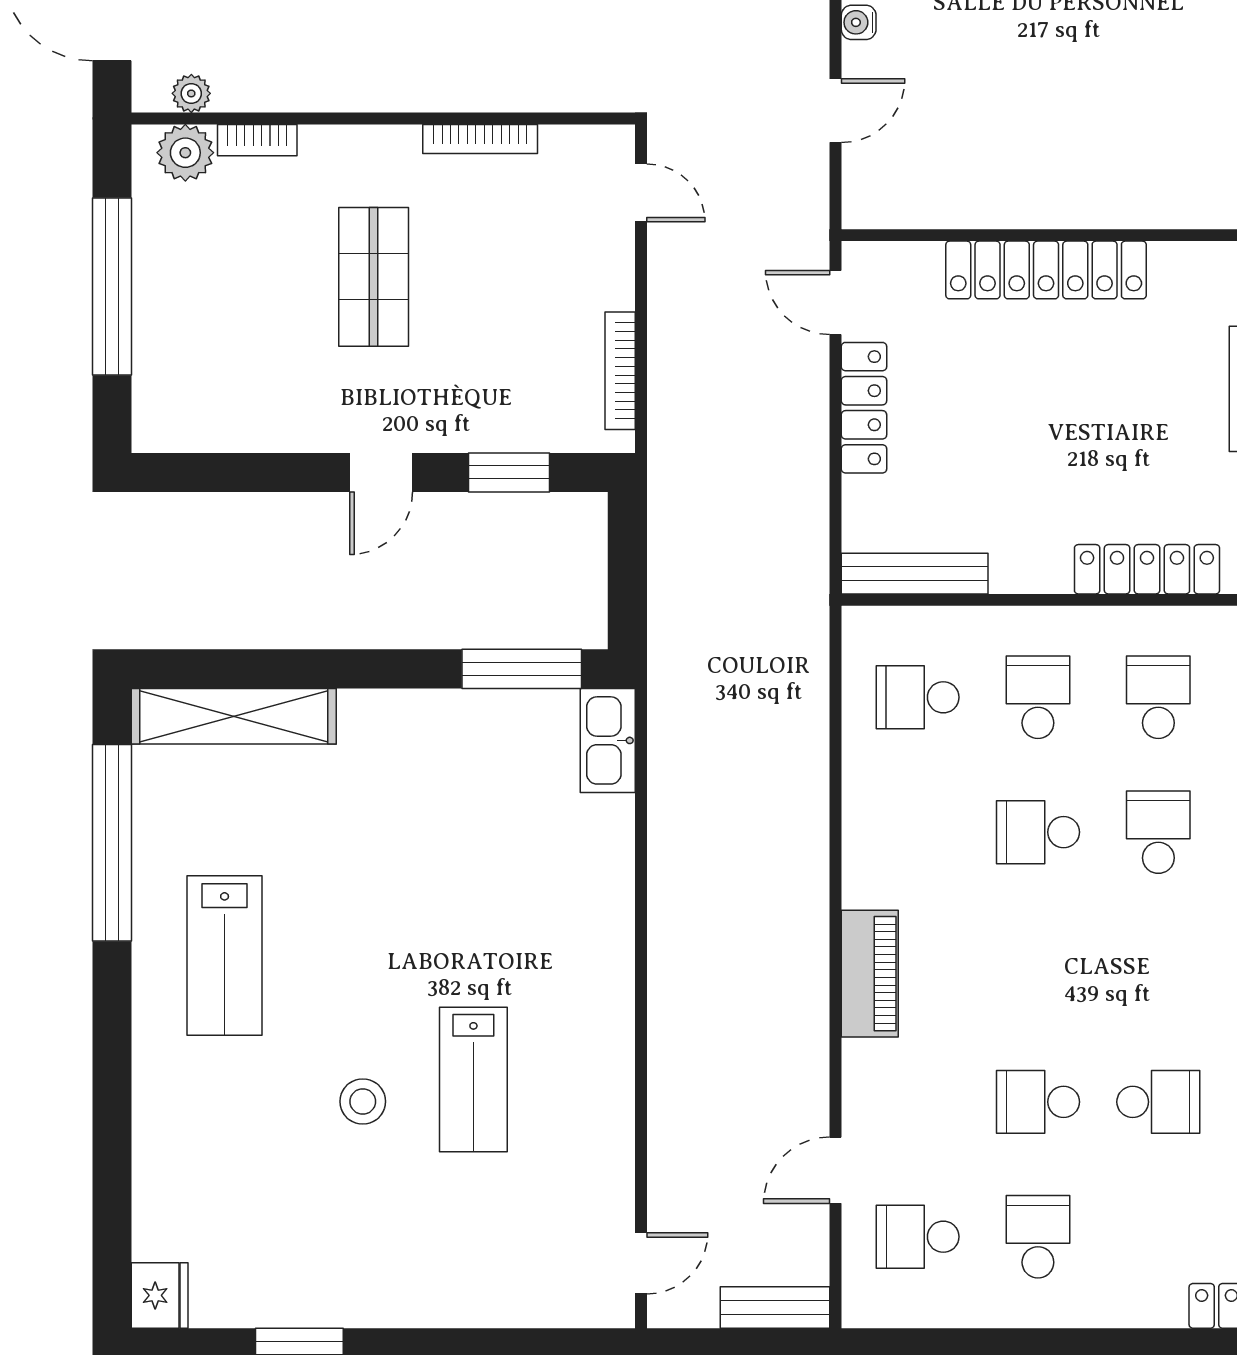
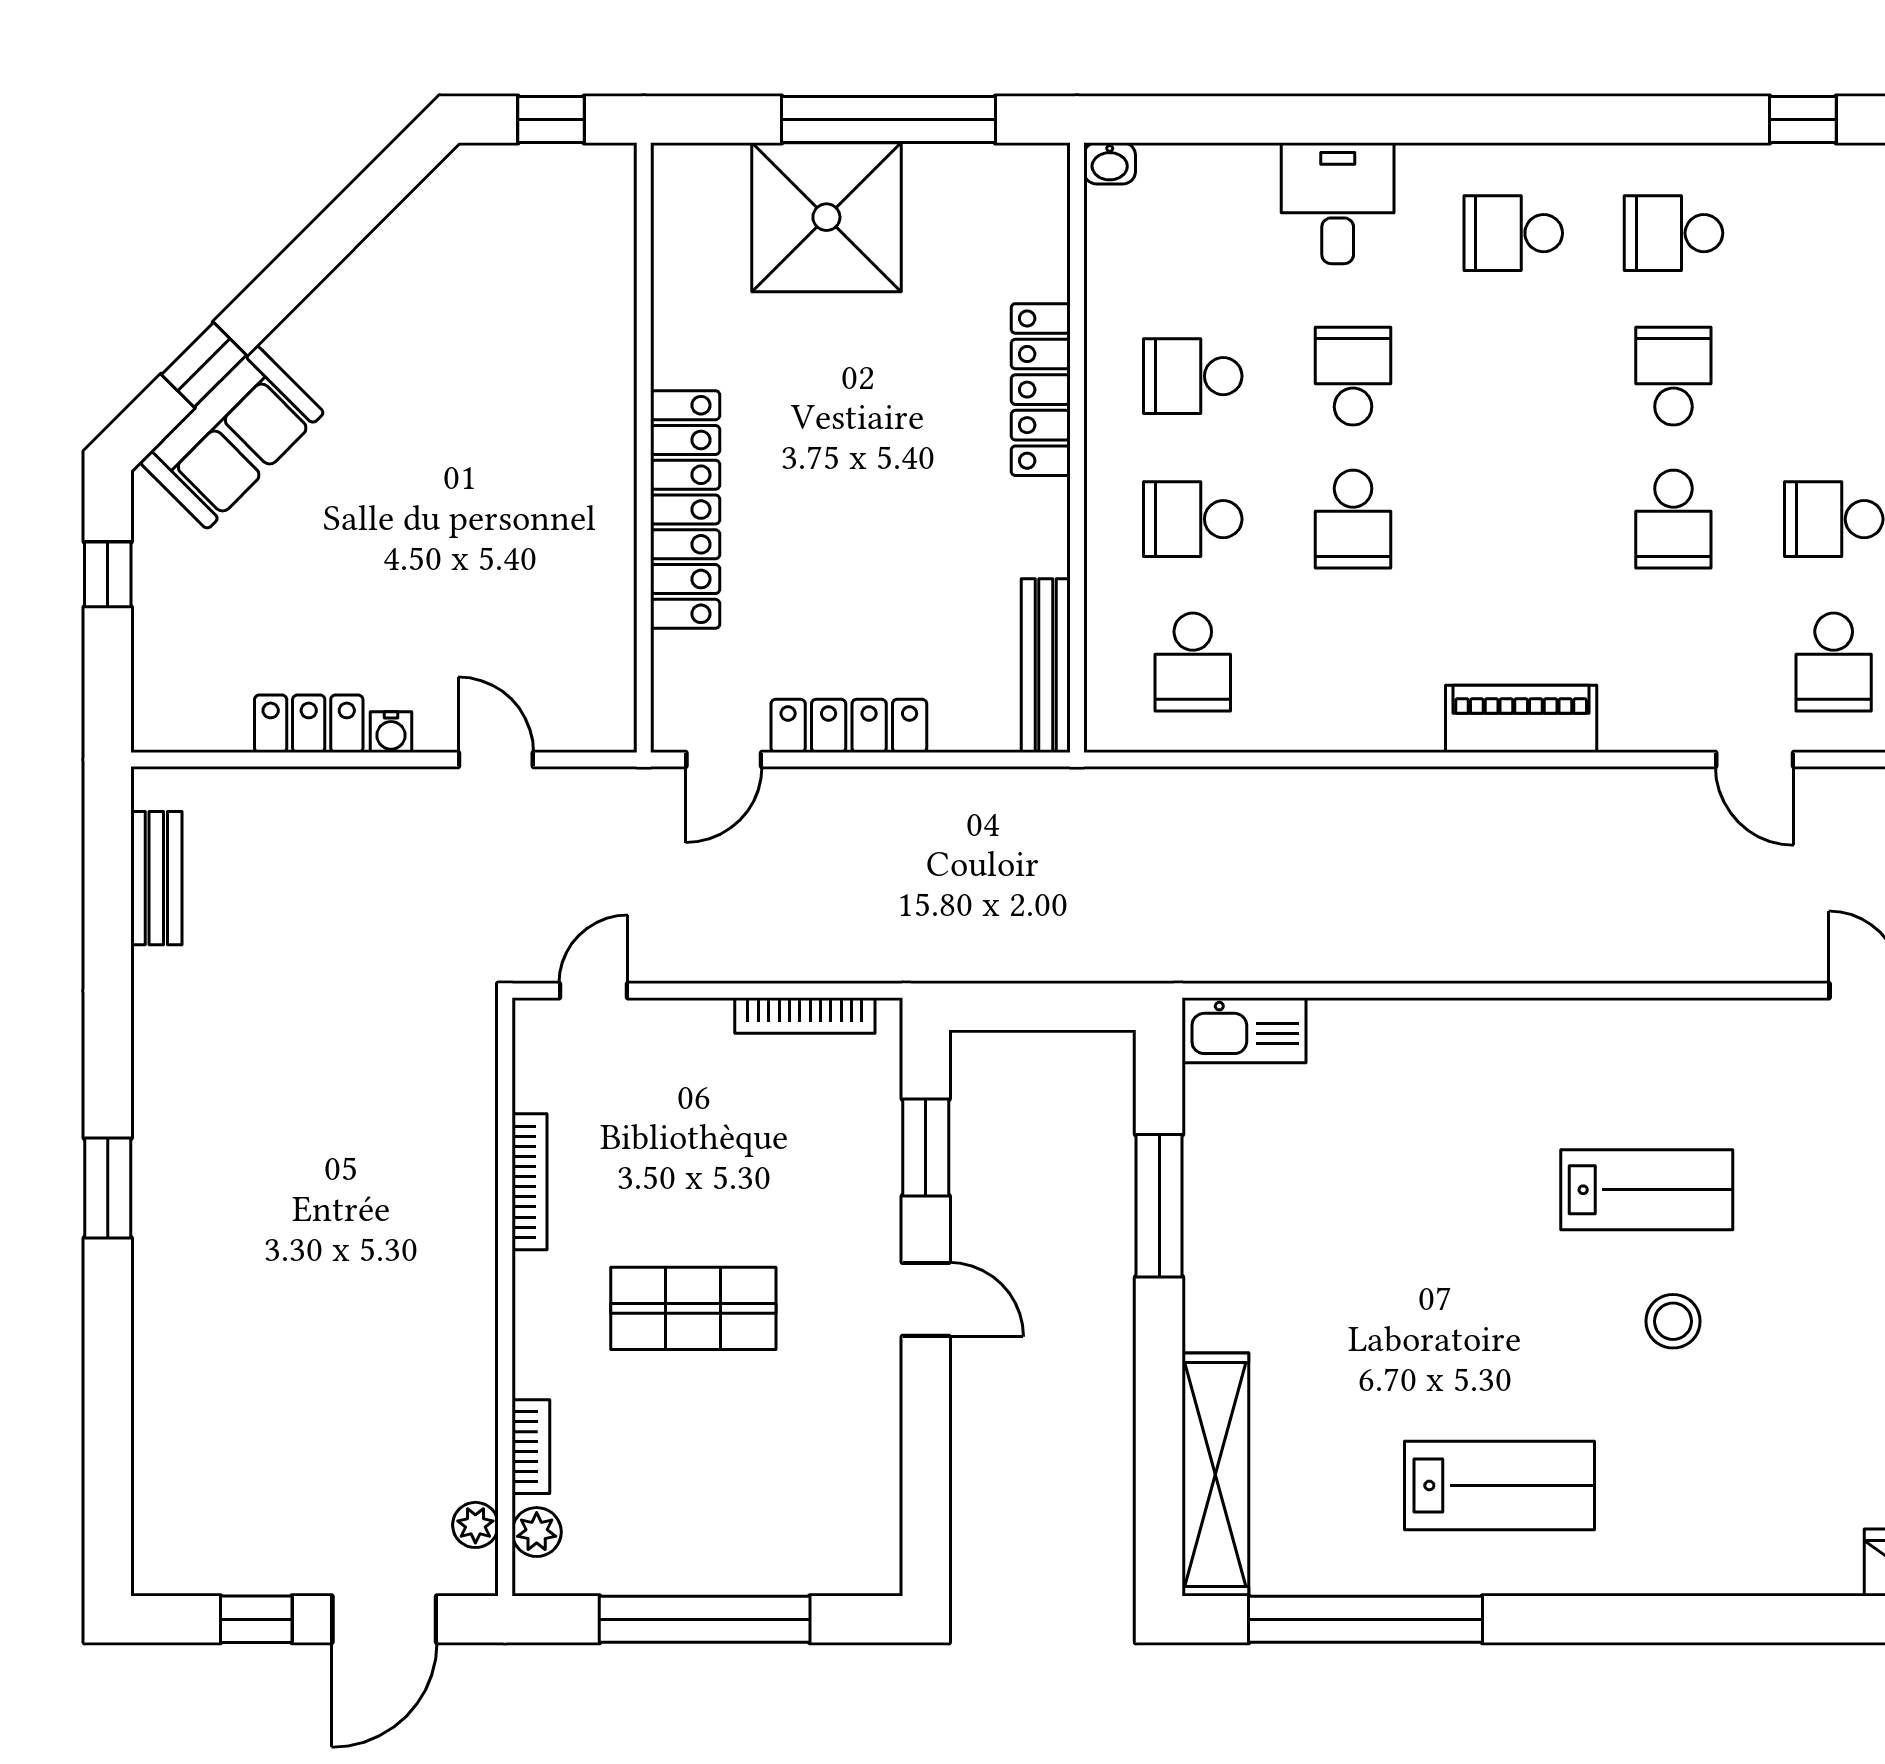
plant: (185, 153) -> (537, 1532), width x0.73, depth x0.73
window: (522, 669) -> (1159, 1206), moved
school desk: (1158, 832) -> (1353, 376), turned 90

